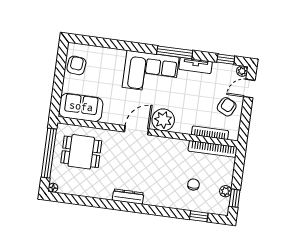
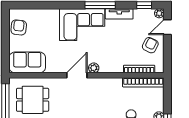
plant: (163, 120) -> (94, 68), width x0.53, depth x0.53

